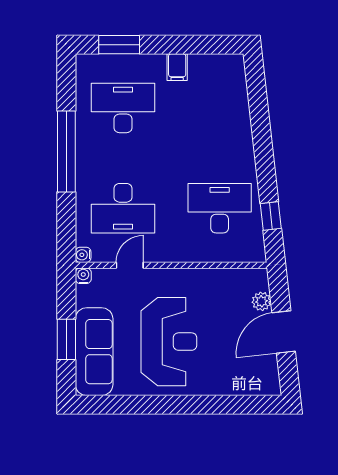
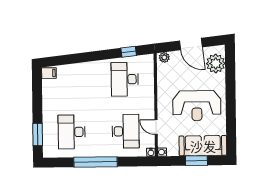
filing cabinet: (177, 67) -> (49, 73), moved
plant: (261, 301) -> (164, 57), moved
reception desk: (169, 342) -> (197, 106), turned 180
plant: (247, 378) -> (216, 63), added

